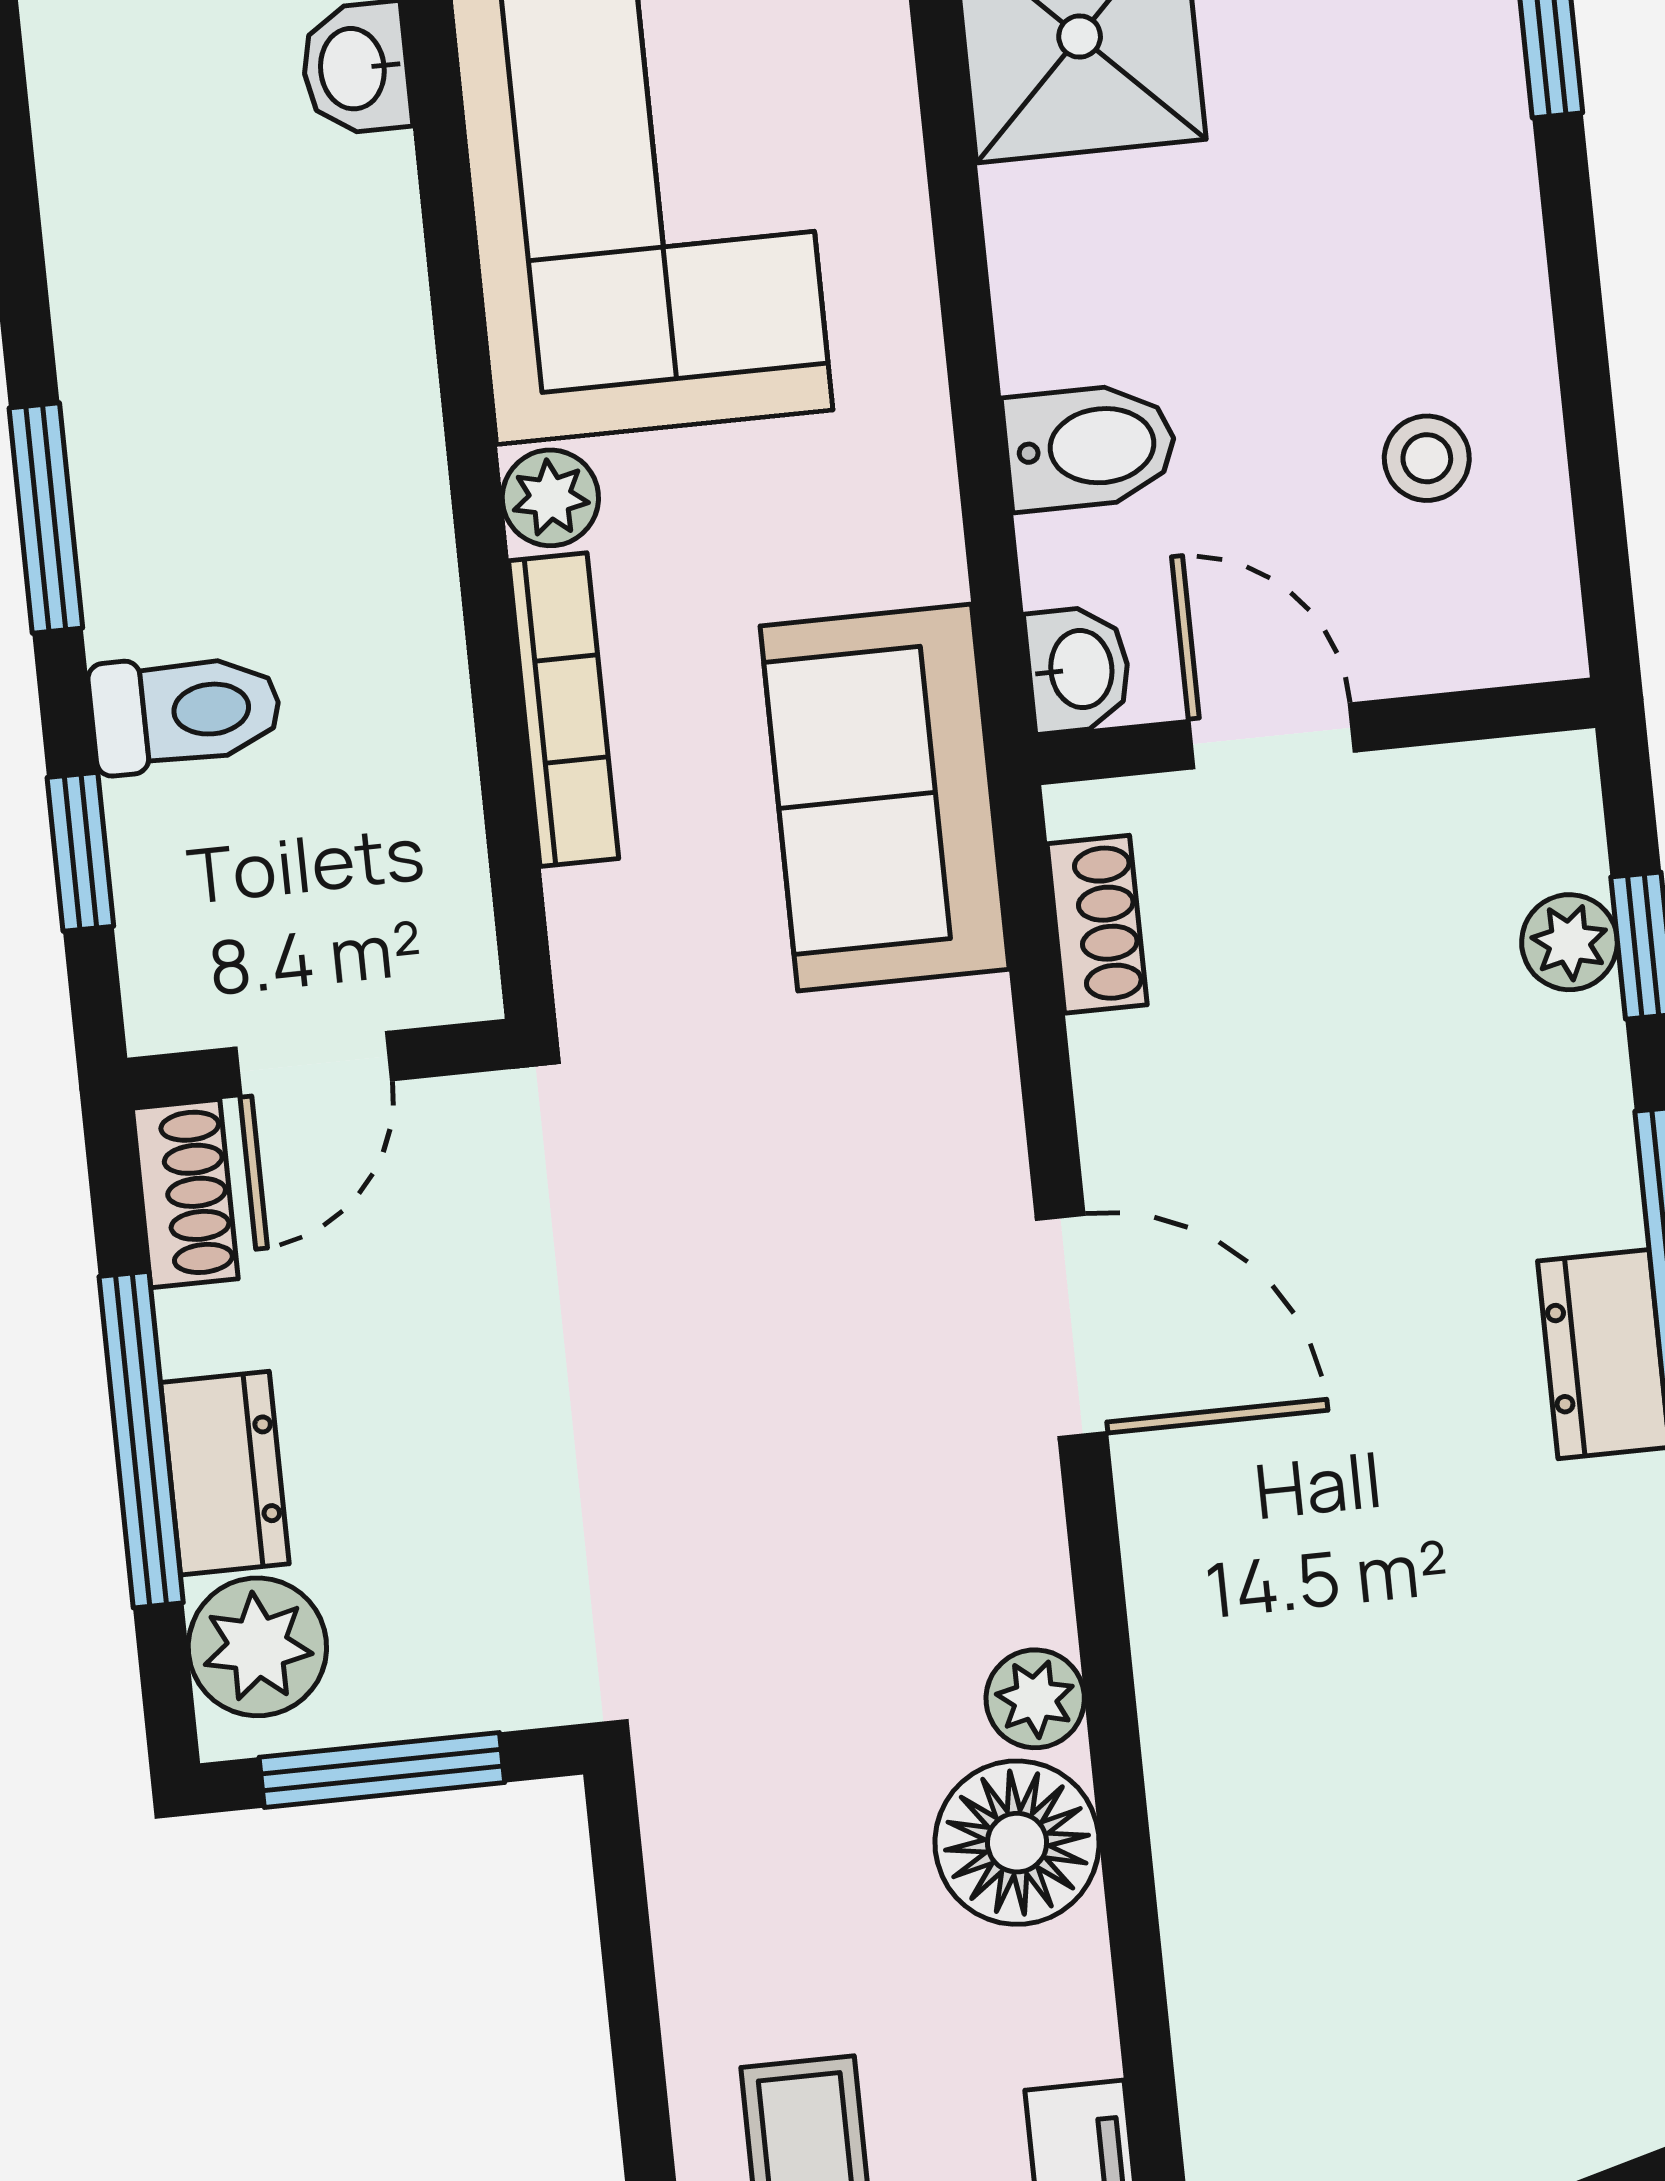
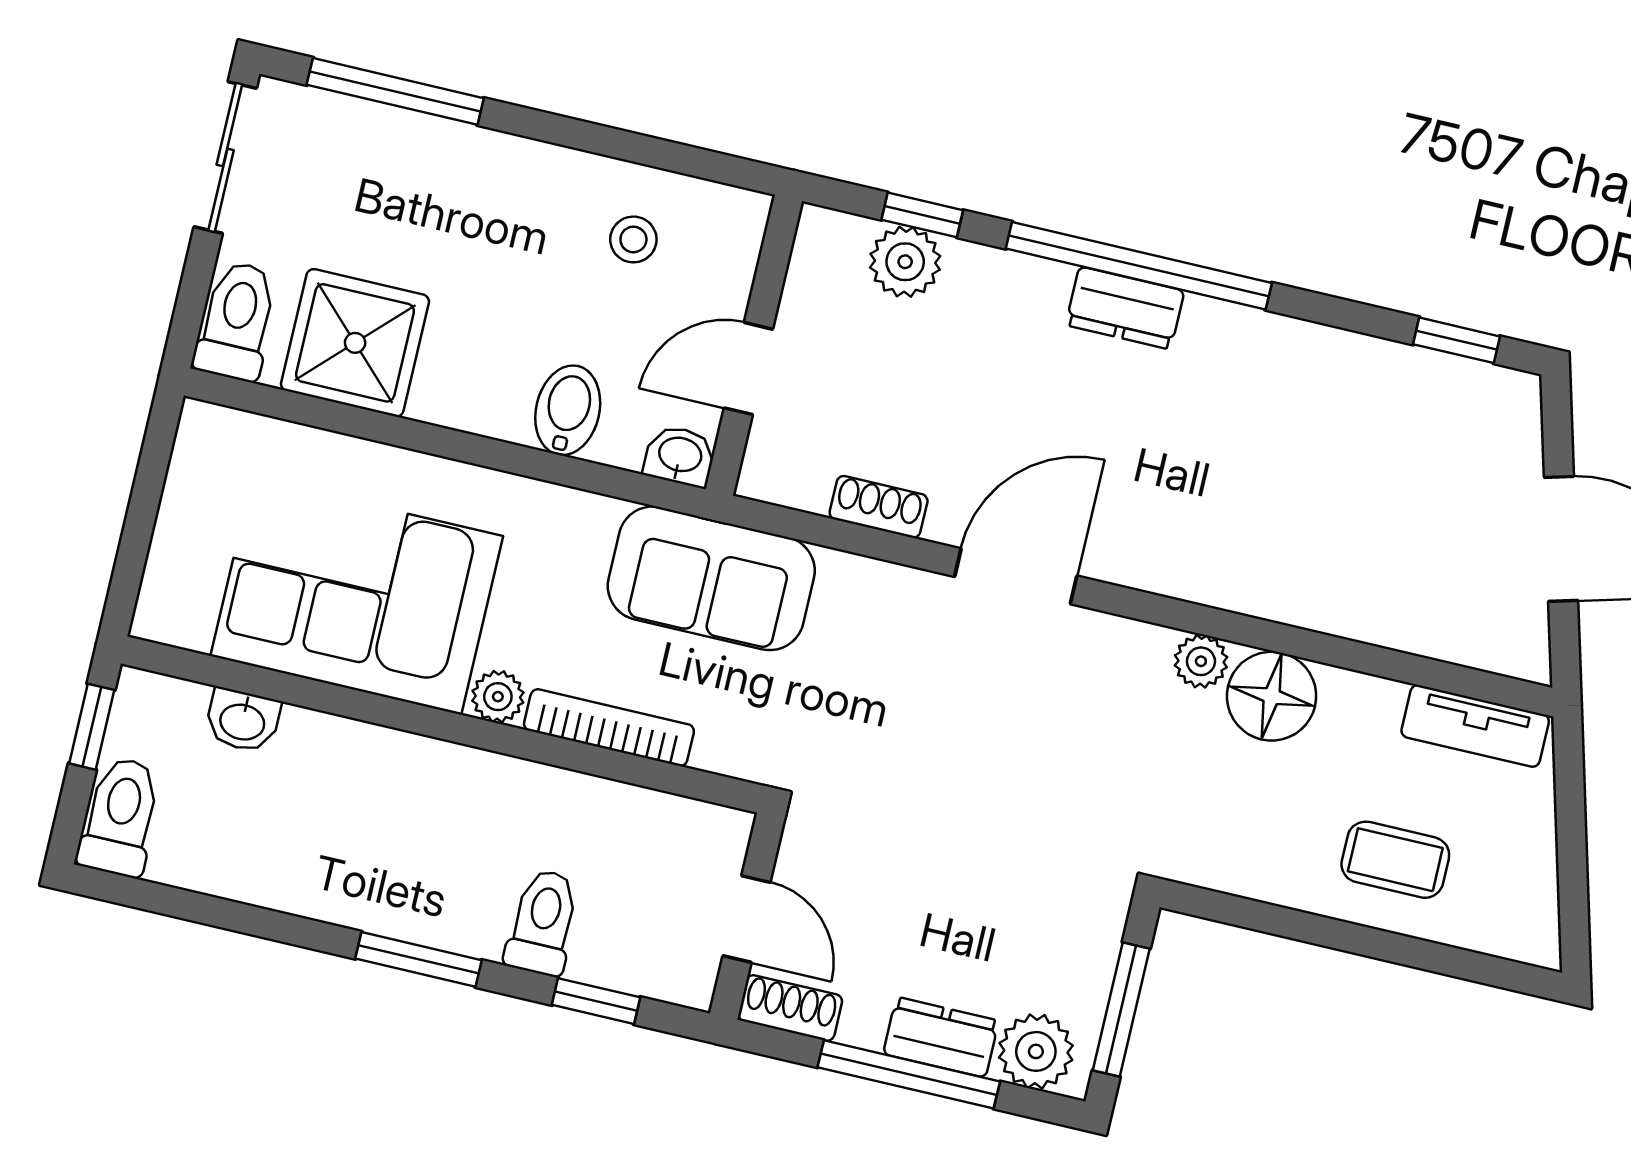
shoe rack: (1097, 924) -> (879, 507), moved
plant: (1569, 942) -> (905, 262), width x1.38, depth x1.38

